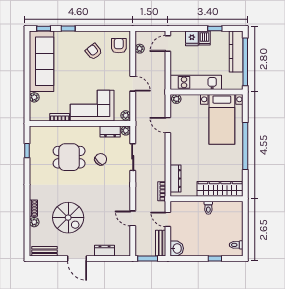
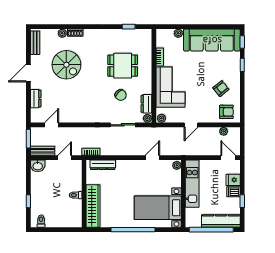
dining table: (69, 157) -> (123, 66), turned 90
spiral stairs: (68, 218) -> (66, 65), turned -90
door: (133, 218) -> (52, 125), moved

